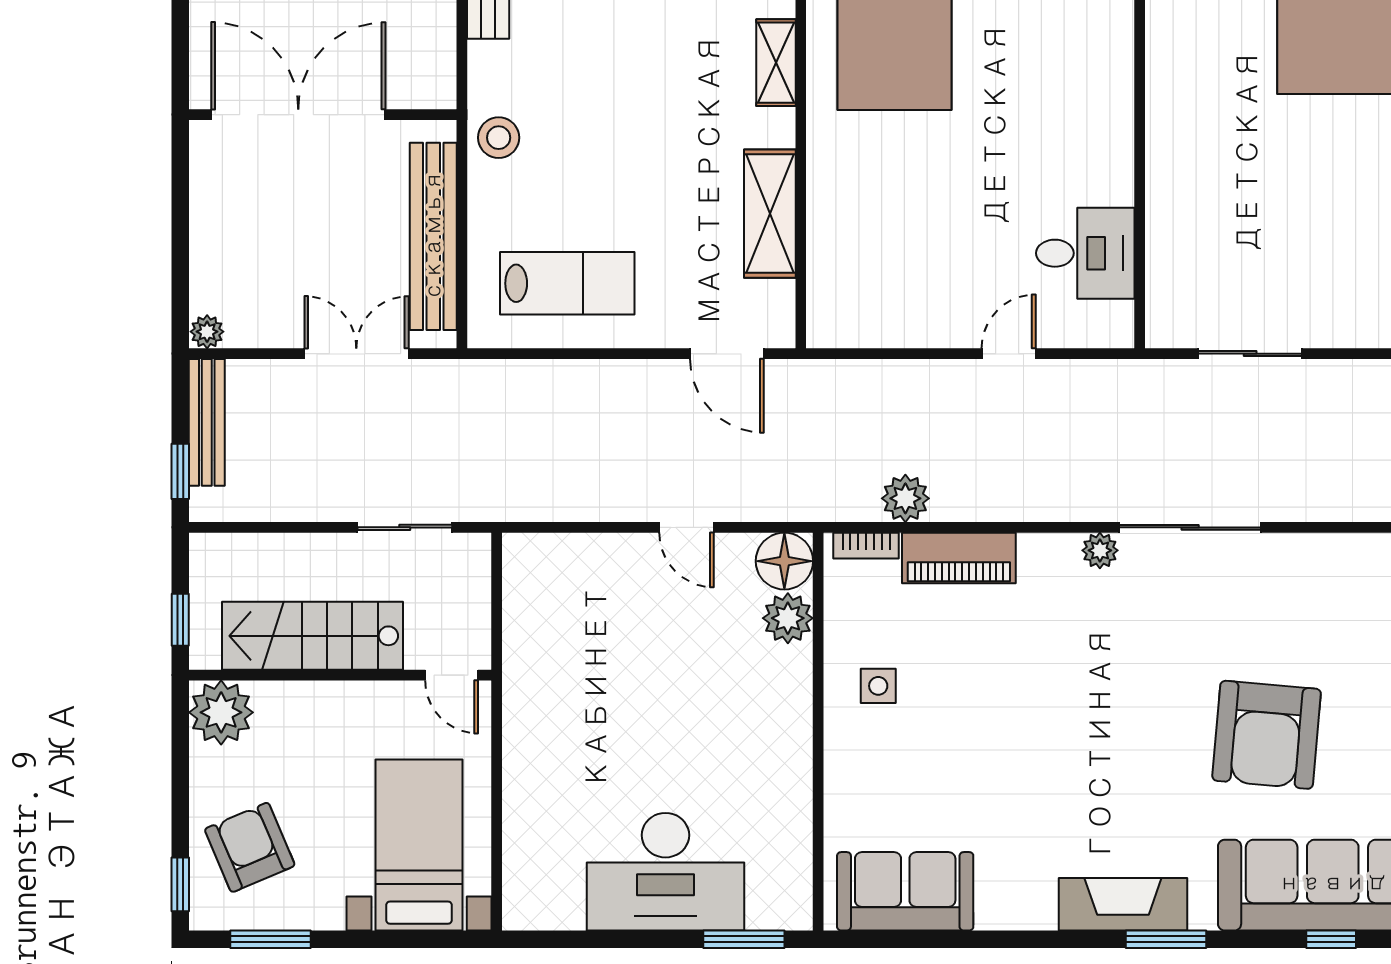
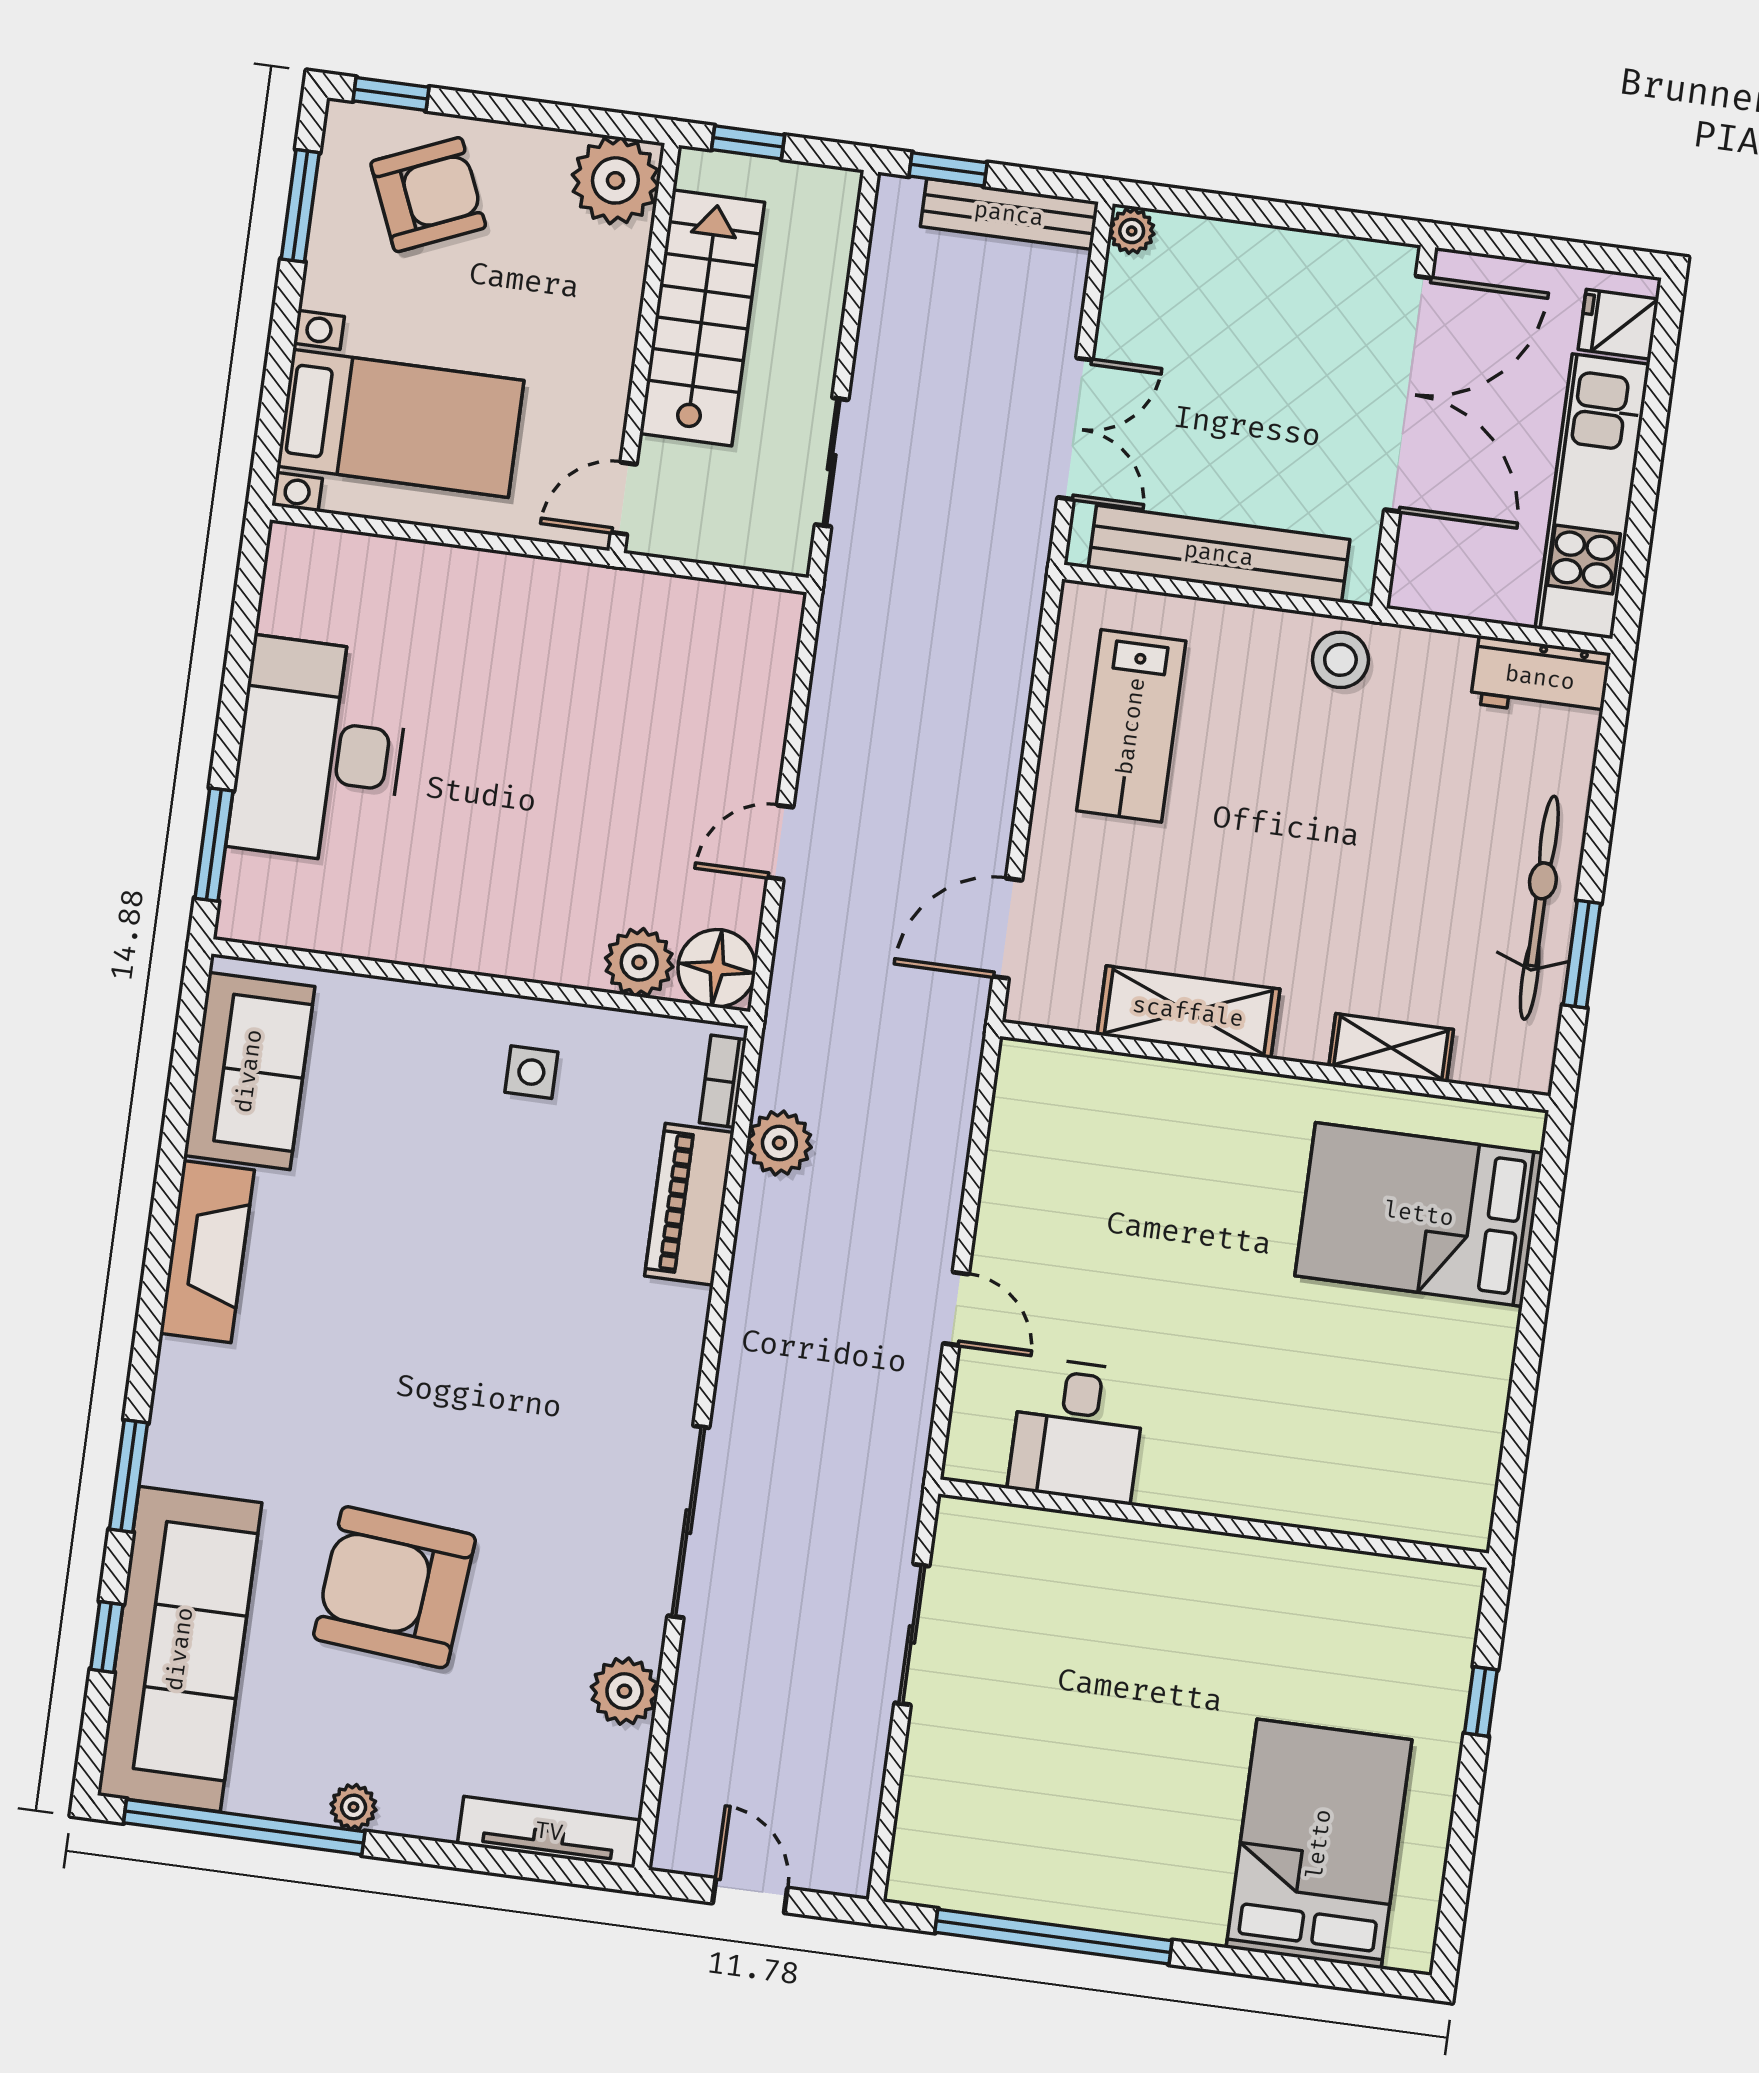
plant: (1100, 550) -> (624, 1691), moved, width x1.38, depth x1.38
fireplace: (1123, 904) -> (207, 1252), moved
window: (1166, 939) -> (129, 1476), moved

